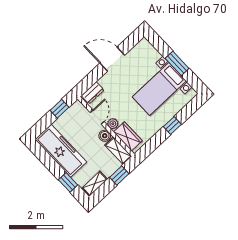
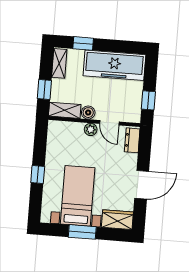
wardrobe: (128, 136) -> (117, 220), moved, turned 180

